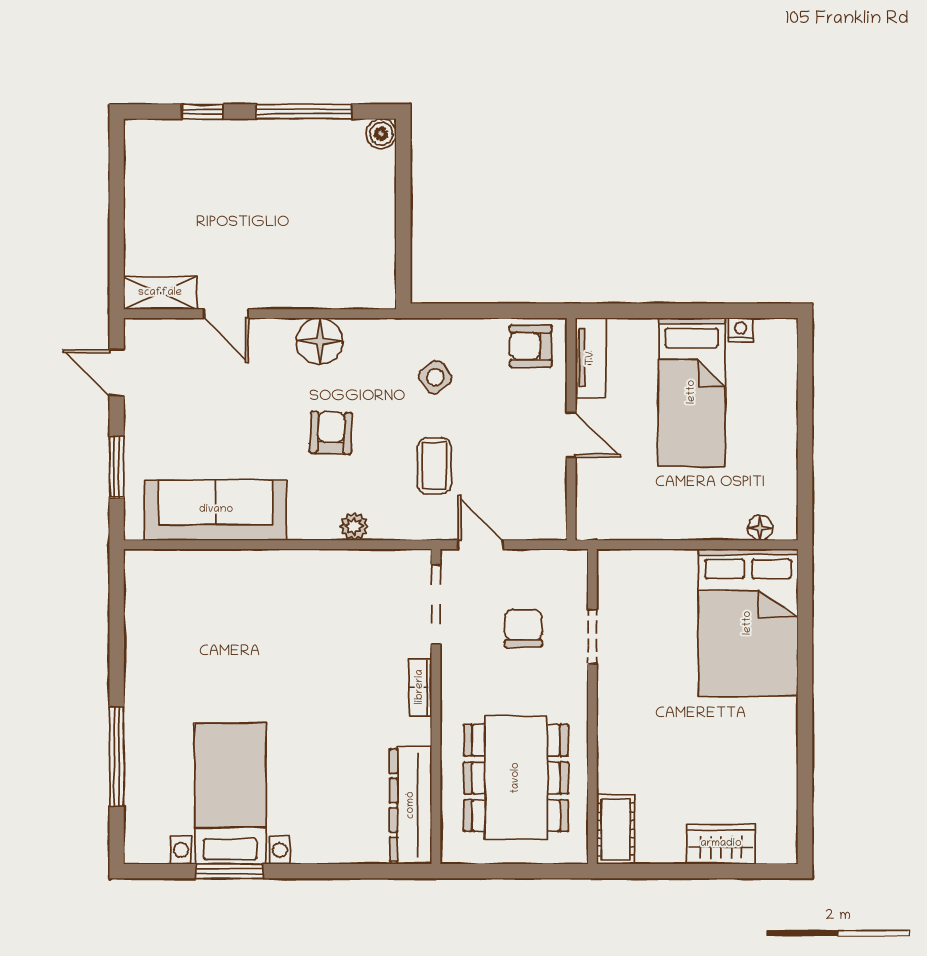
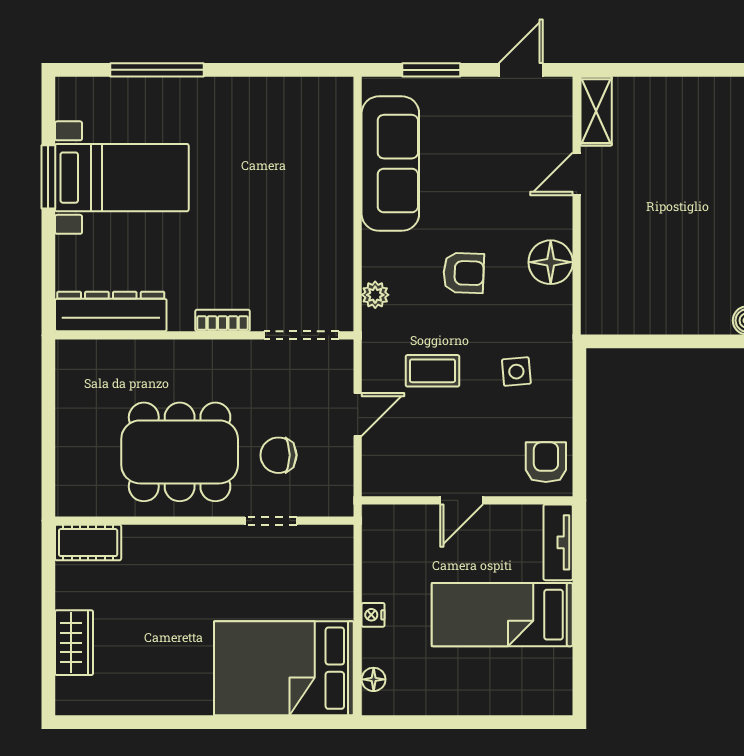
nightstand: (741, 330) -> (373, 615), moved, turned 180
tv unit: (591, 358) -> (558, 542), moved, turned 90
side table: (435, 377) -> (516, 372), turned 33
doorway: (436, 604) -> (301, 335), moved
chair: (523, 628) -> (278, 455), turned 180
bookcase: (420, 687) -> (223, 320), moved
wall: (436, 706) -> (204, 335), moved
dining table: (516, 778) -> (180, 452), moved
dresser: (411, 805) -> (111, 311), moved

